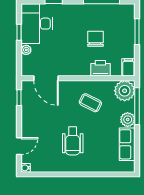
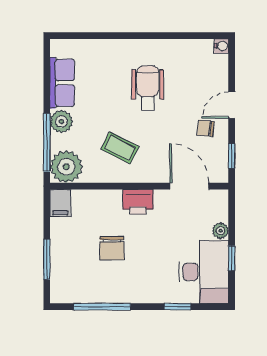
printer: (100, 68) -> (138, 202), moved
chair: (36, 115) -> (206, 128), added
door: (19, 146) -> (232, 105), moved

